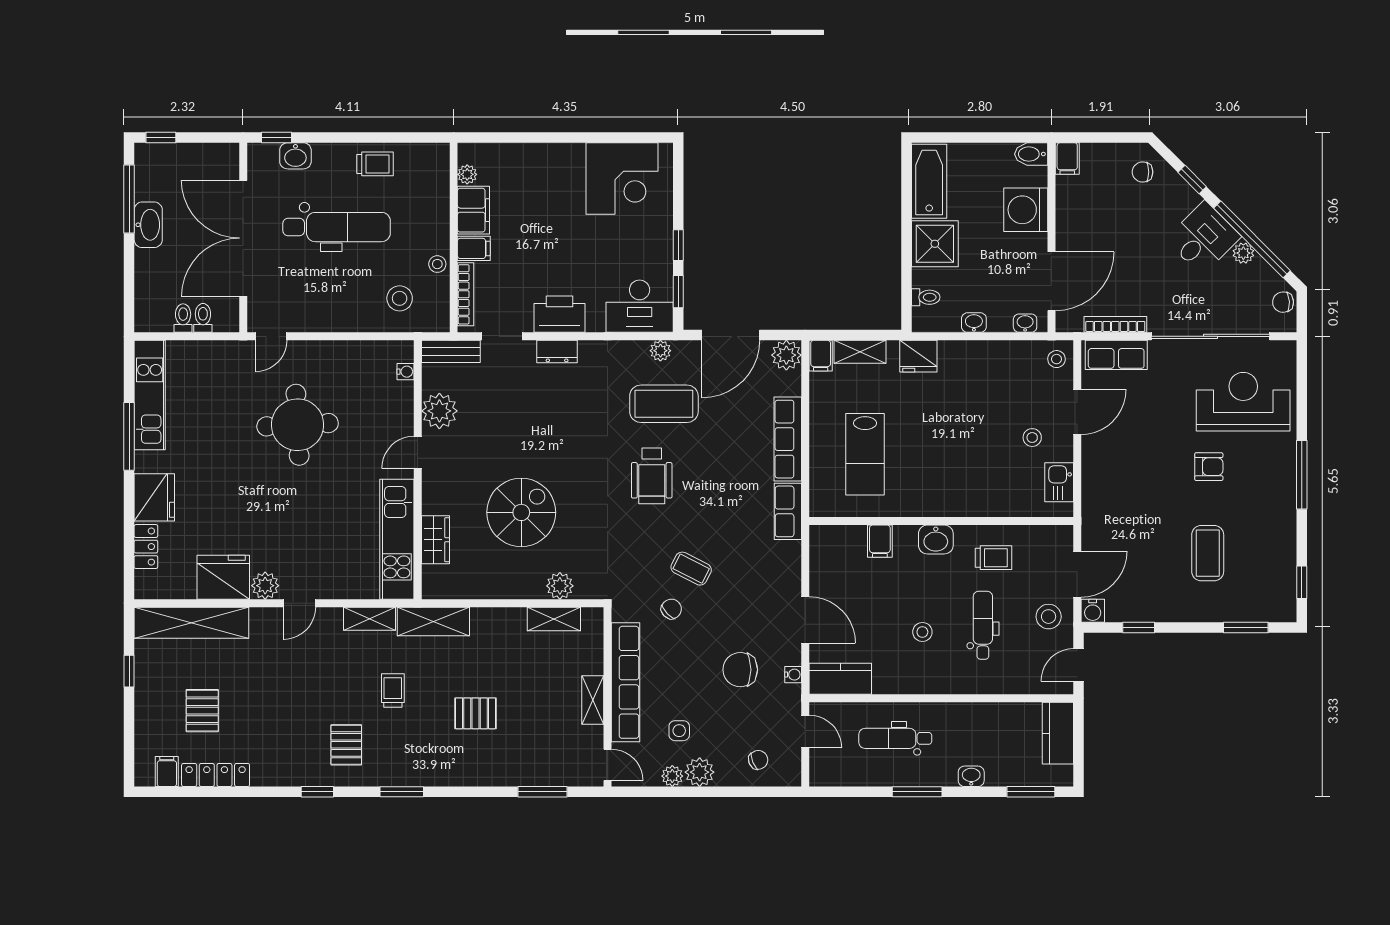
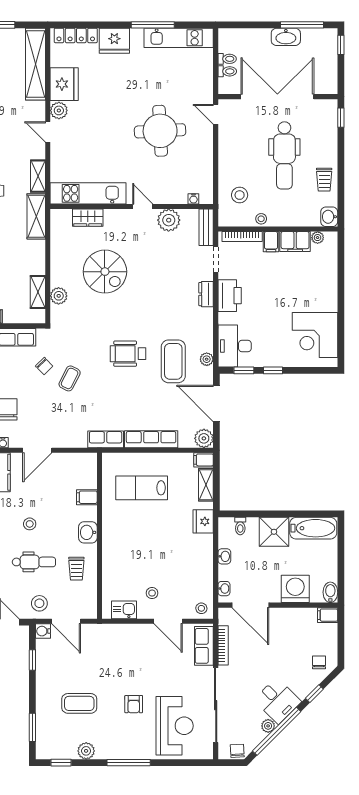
washbasin: (295, 156) -> (329, 217), moved
plant: (1283, 542) -> (86, 751), added
locker: (146, 547) -> (76, 35), width x1.53

